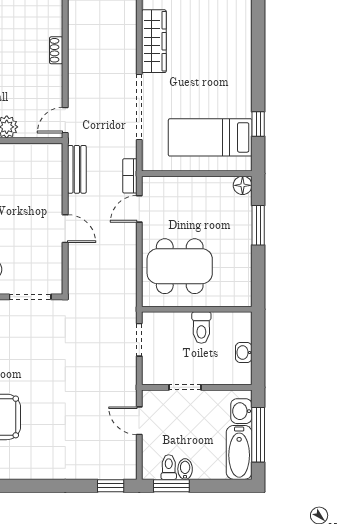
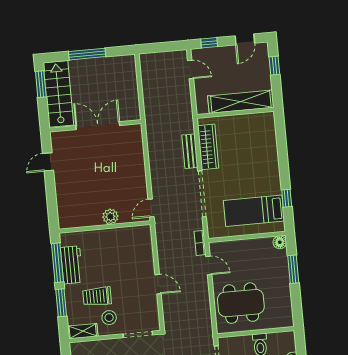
shoe rack: (56, 50) -> (140, 160), removed
bench: (77, 169) -> (190, 151), moved
door: (139, 209) -> (209, 265), swing flipped

